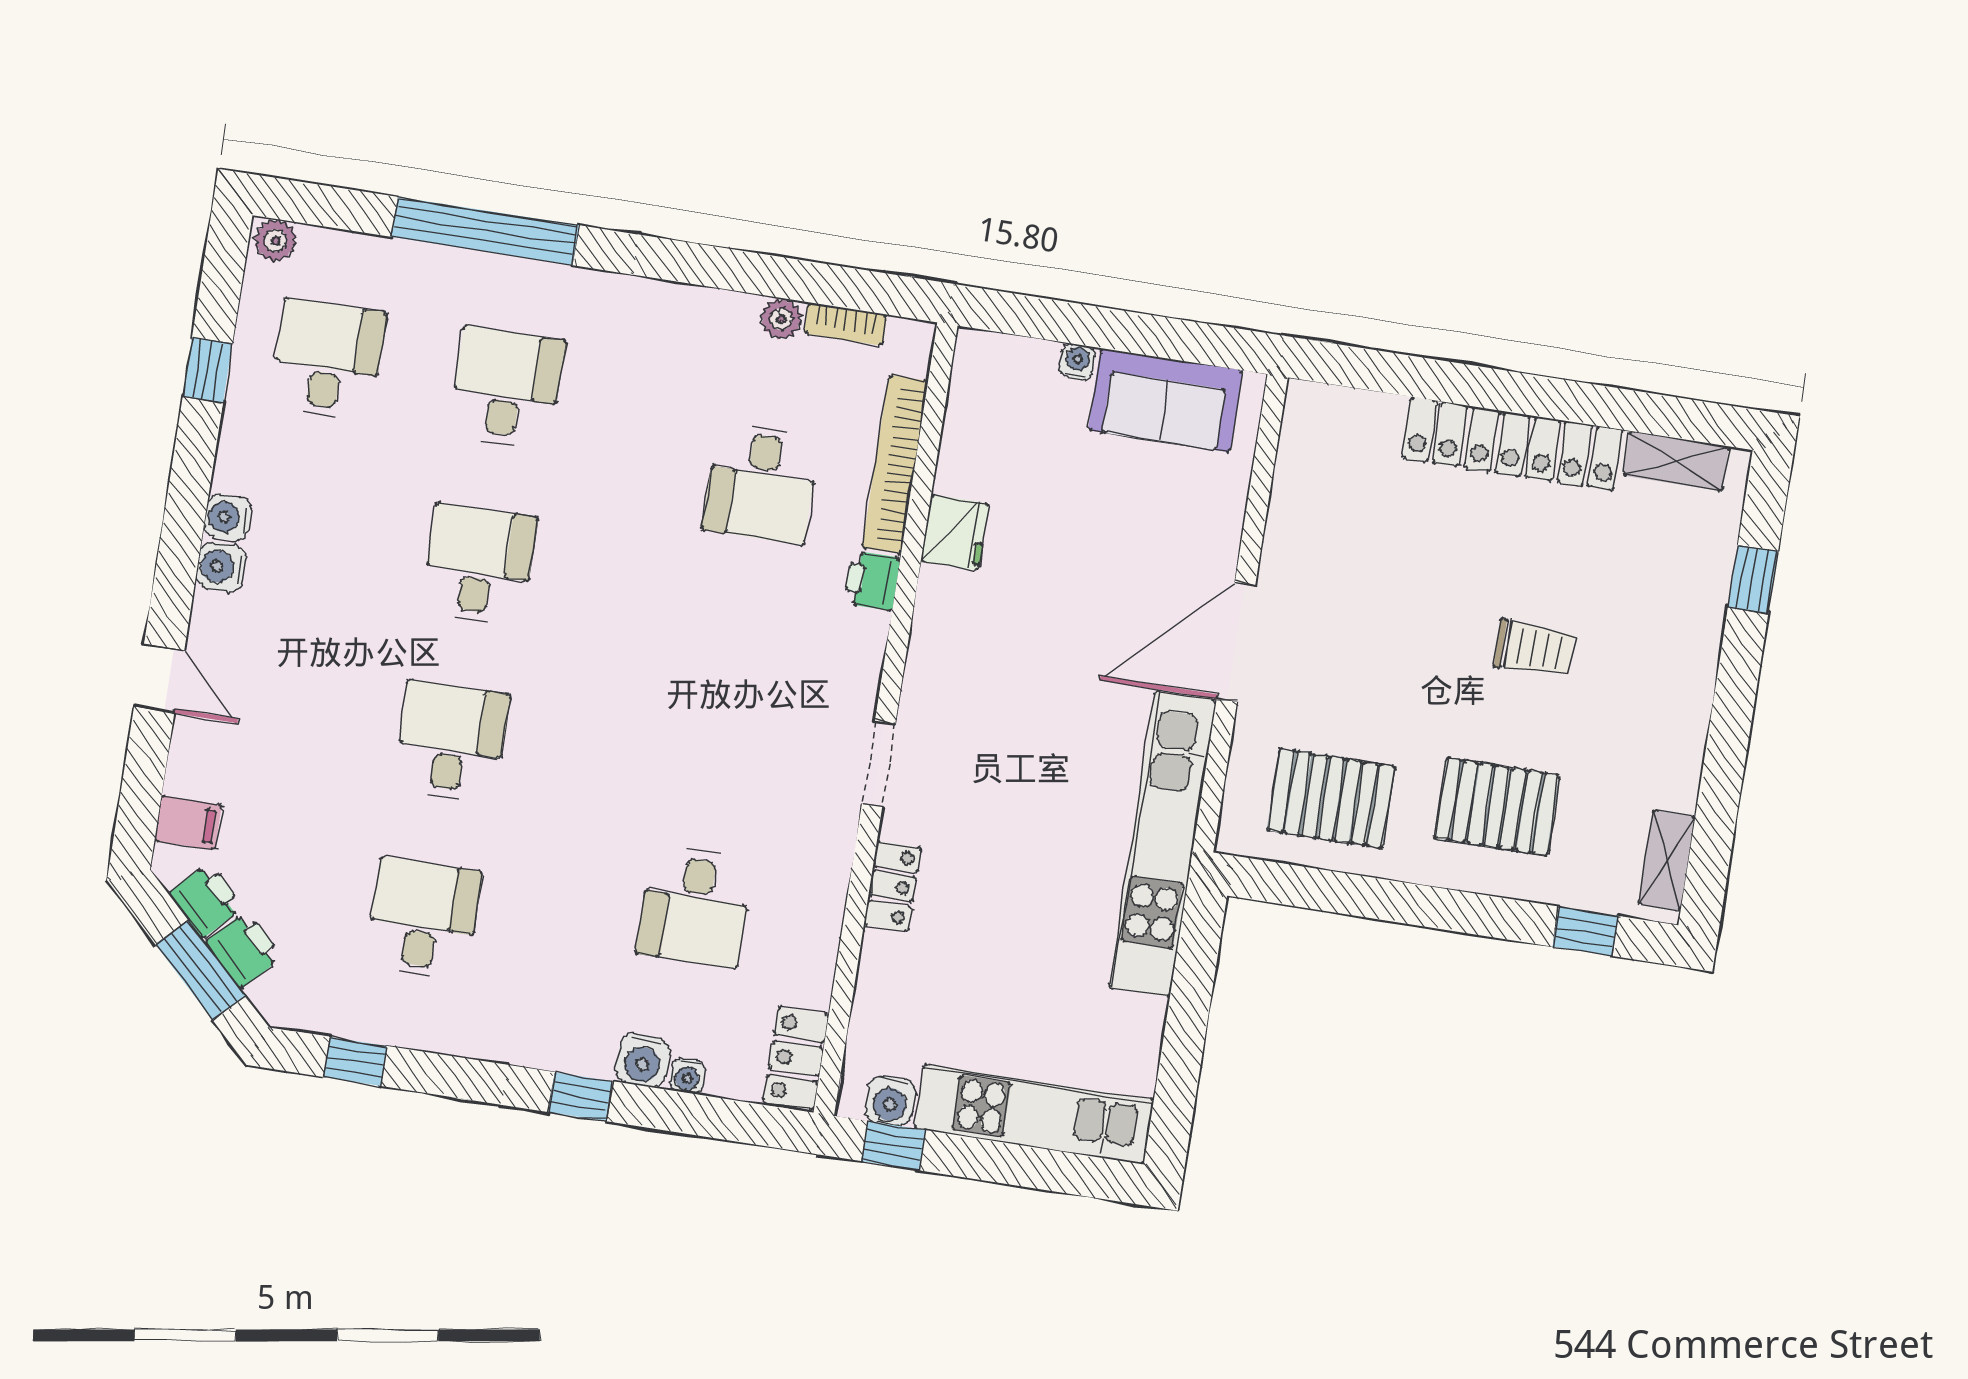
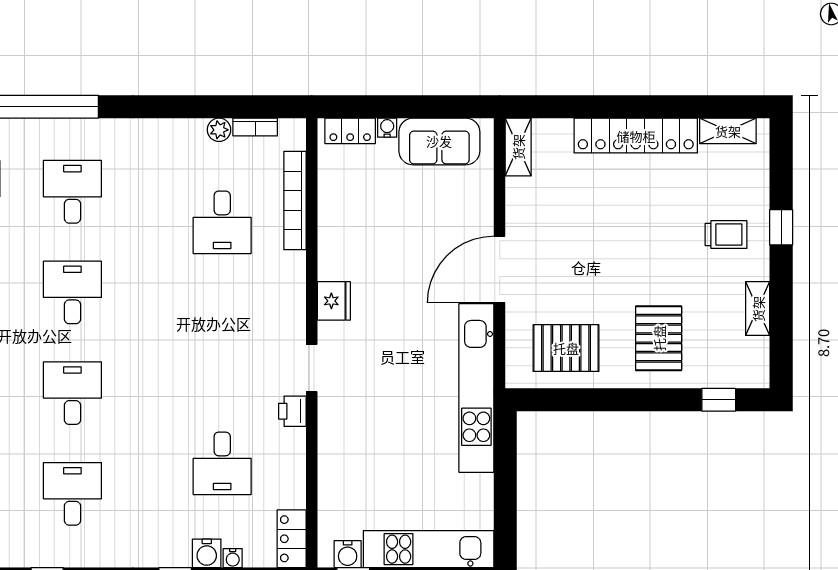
shelving: (1303, 432) -> (518, 147), added
fridge: (955, 532) -> (334, 301), moved
window: (1753, 580) -> (781, 227), moved
printer: (872, 581) -> (292, 411), moved
trolley: (1534, 648) -> (726, 235), moved
pallet: (1497, 807) -> (659, 338), turned 90
shelving: (1667, 860) -> (758, 309), moved
locker: (893, 886) -> (350, 131), moved, turned 90

